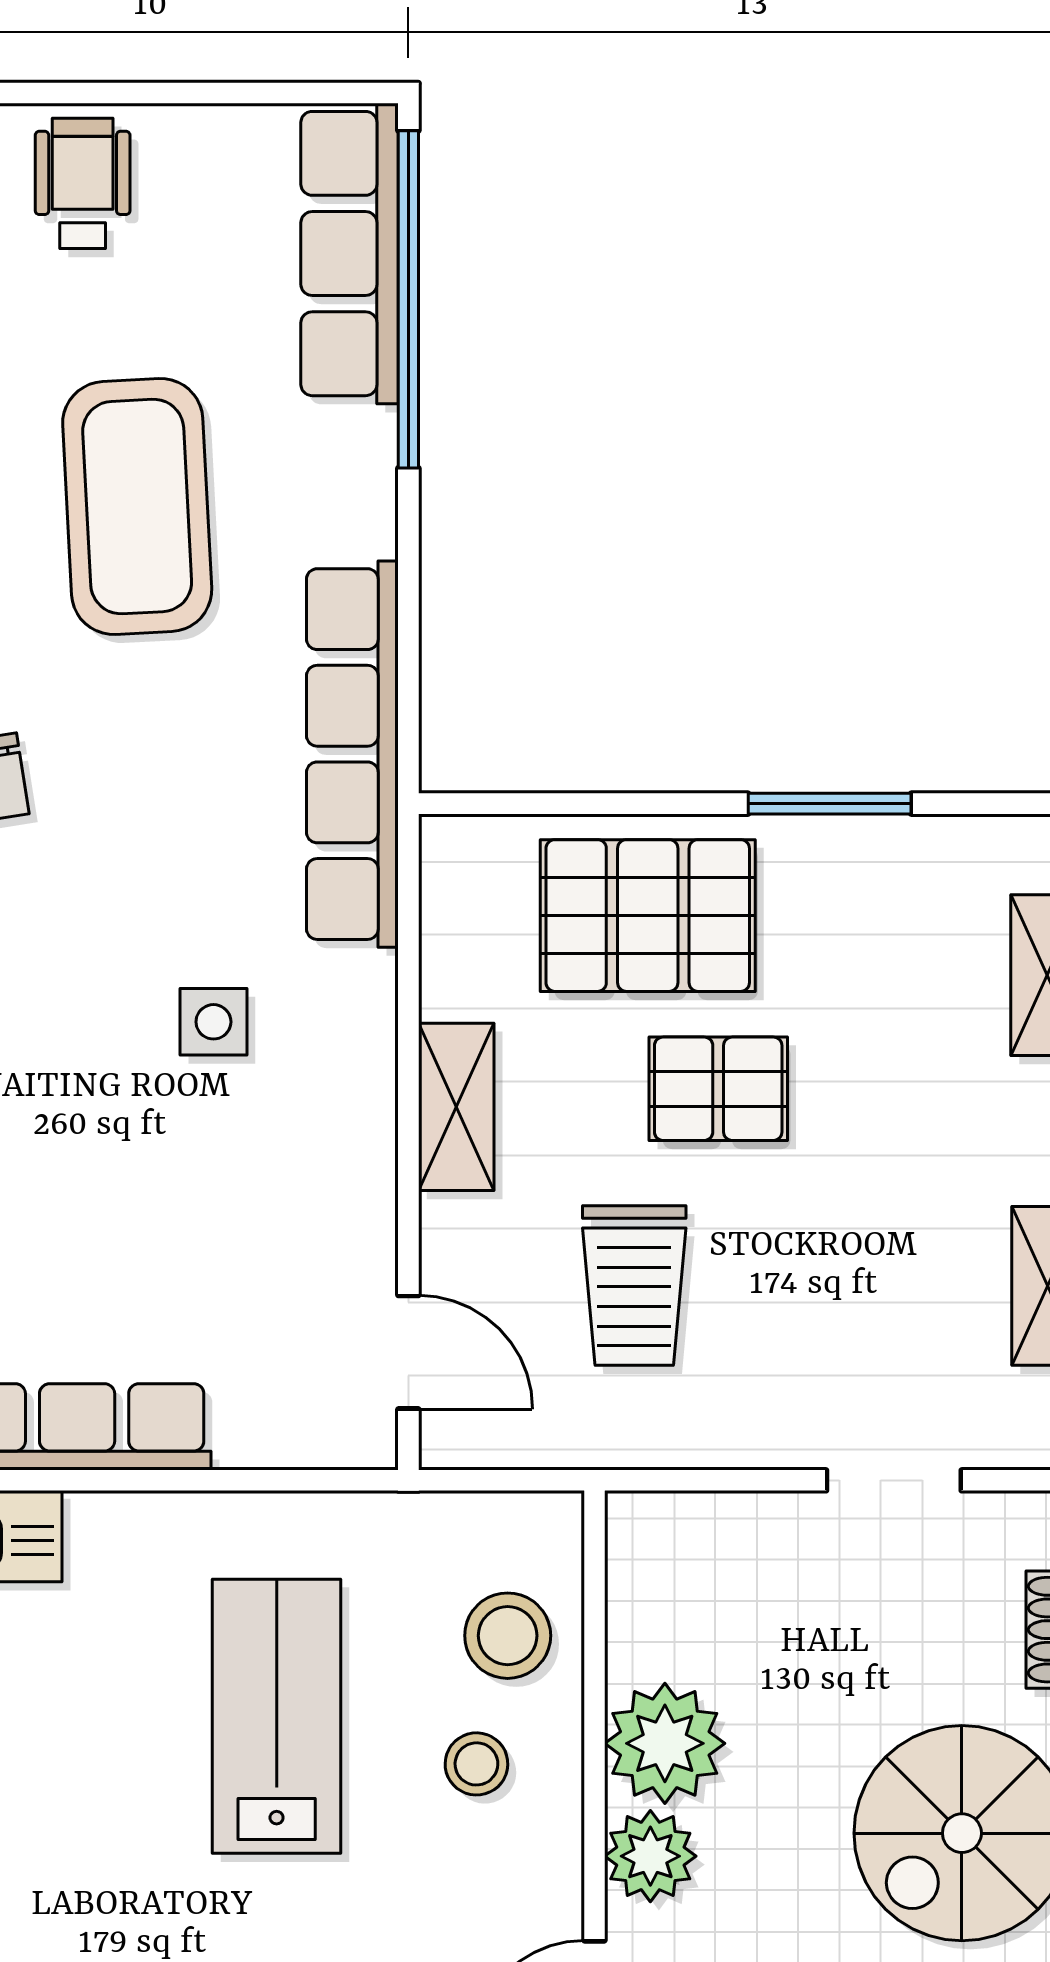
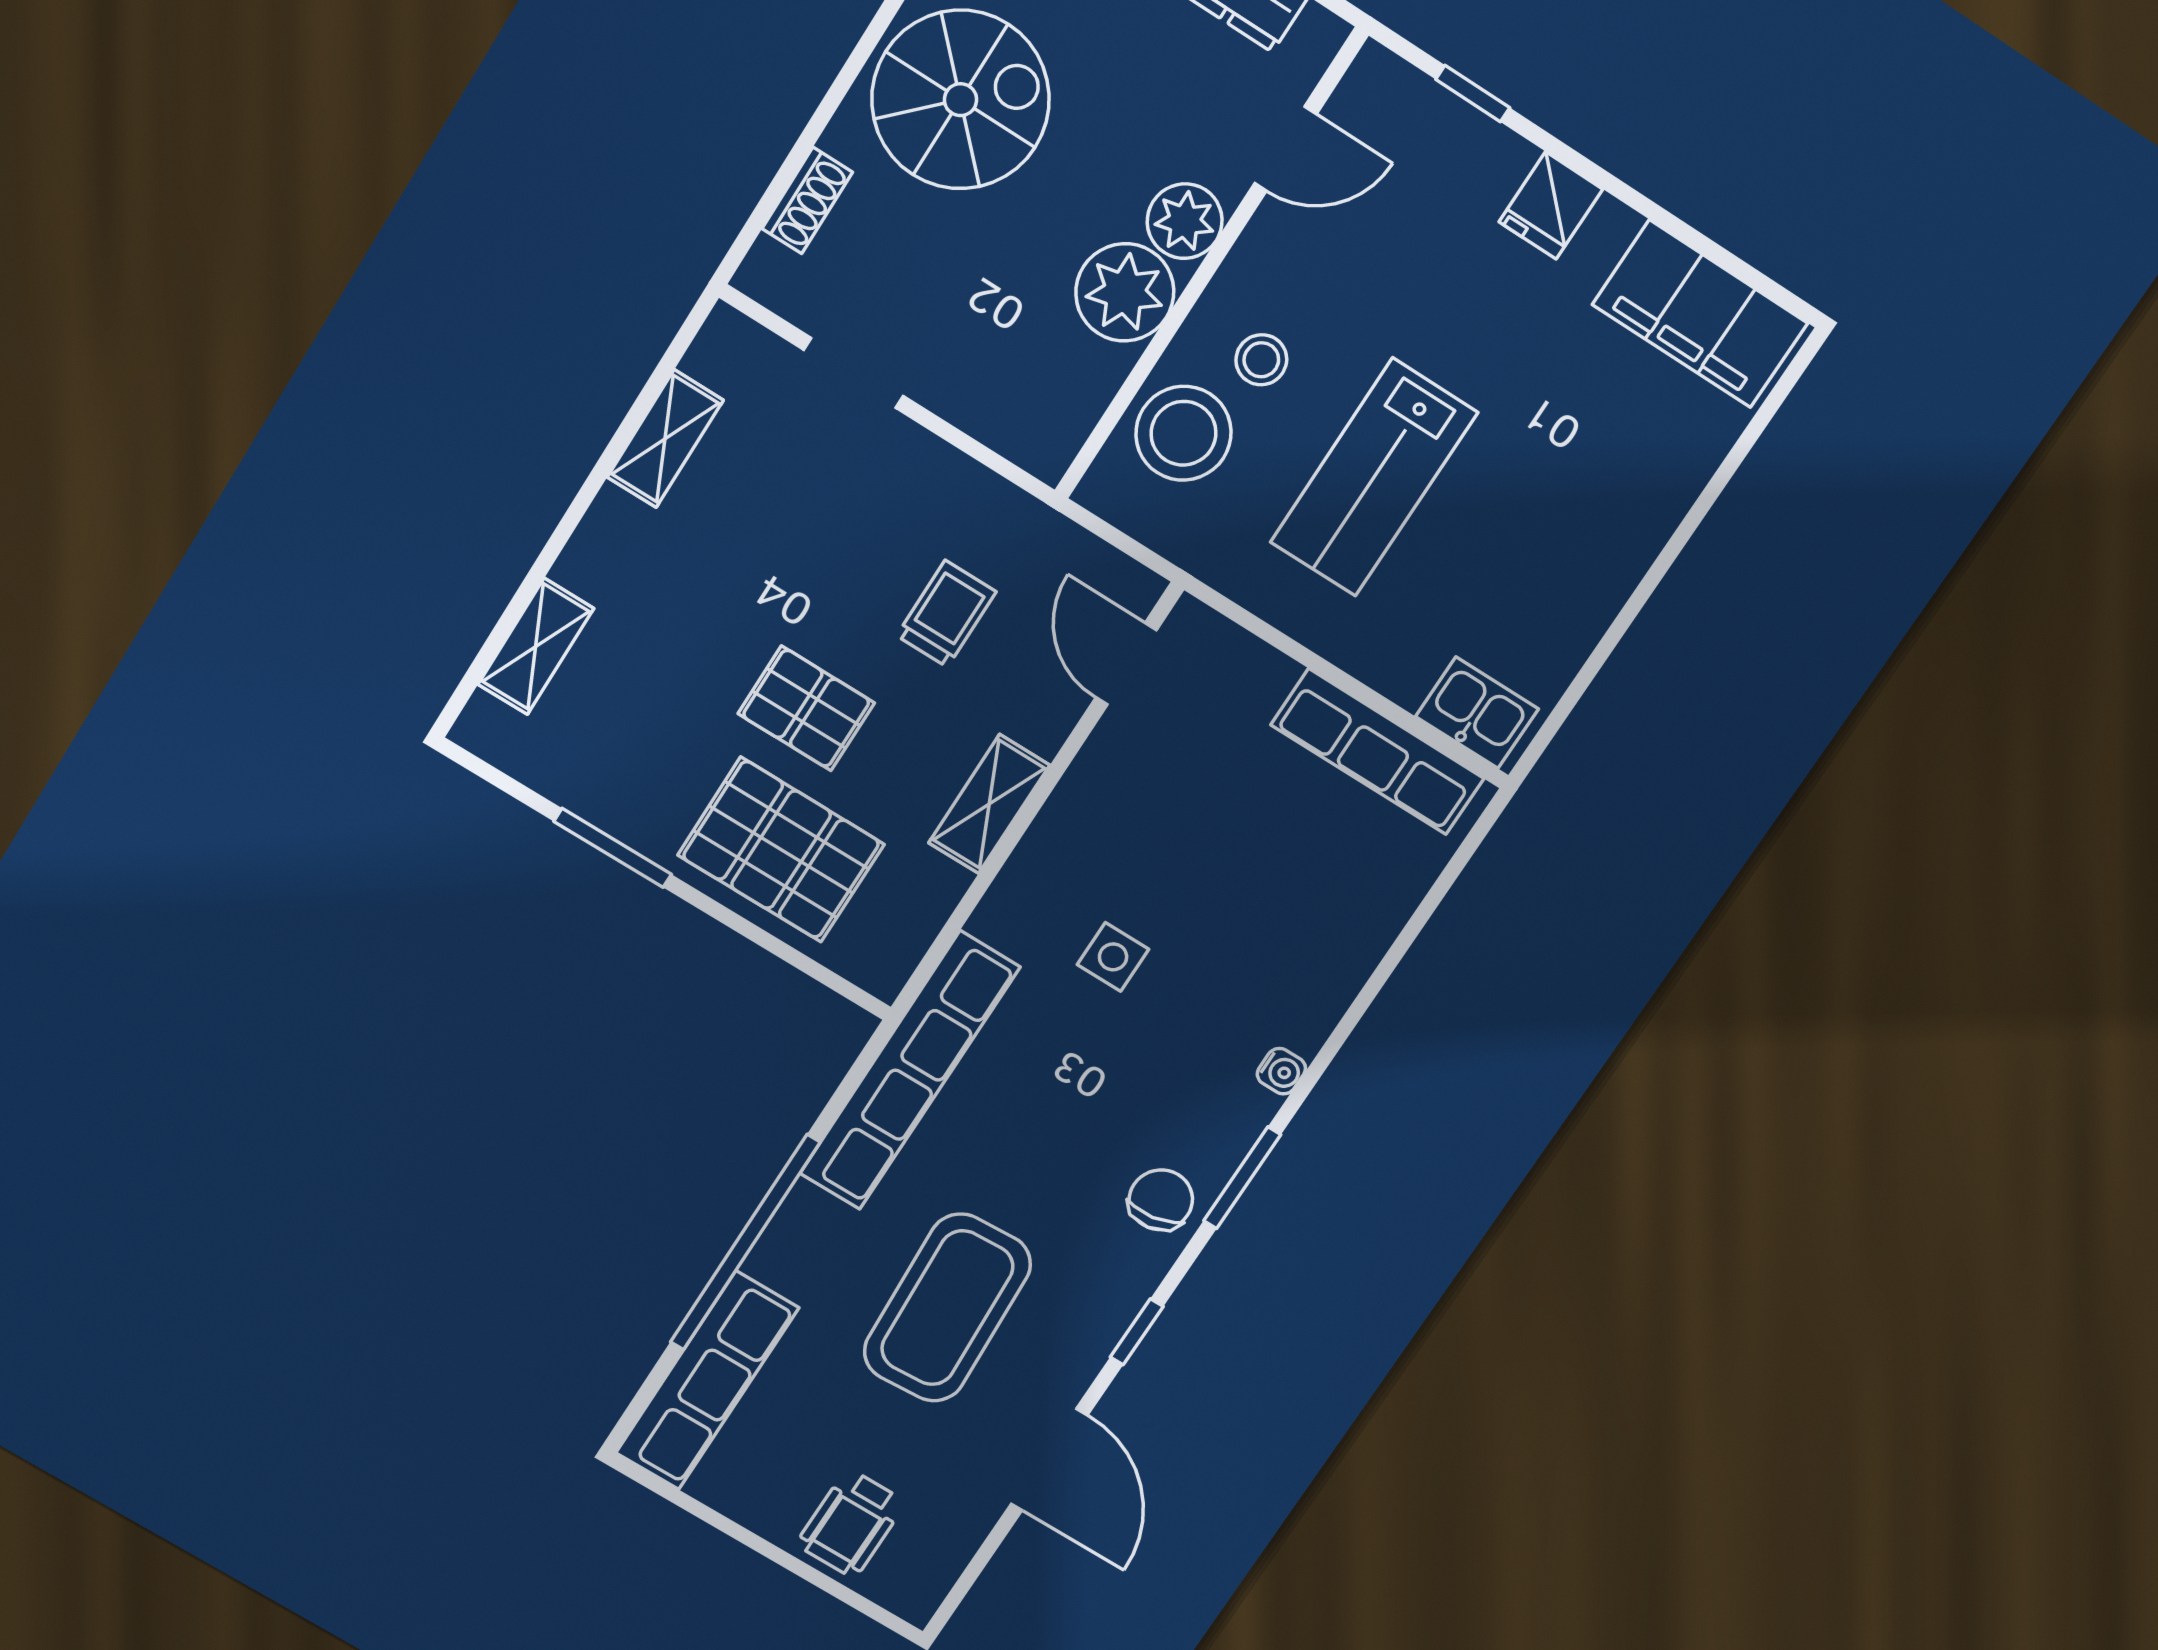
window: (408, 299) -> (745, 1243), moved
trolley: (634, 1285) -> (946, 614), width x0.73, depth x0.72
stool: (508, 1636) -> (1183, 433), width x1.38, depth x1.38

